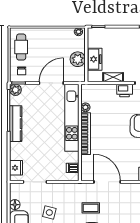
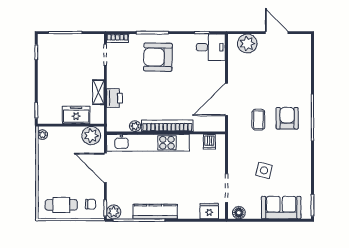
plant: (78, 59) -> (91, 136), moved
printer: (125, 90) -> (114, 98), moved
floor lamp: (15, 205) -> (239, 213), moved

